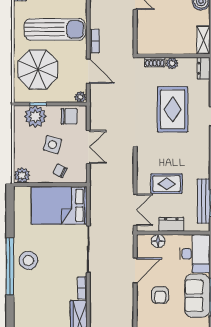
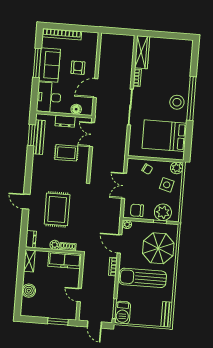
freezer: (158, 44) -> (65, 260), added
side table: (52, 145) -> (167, 185), moved
bed: (59, 205) -> (164, 136), moved, turned 180

